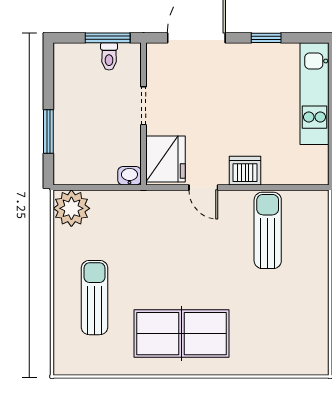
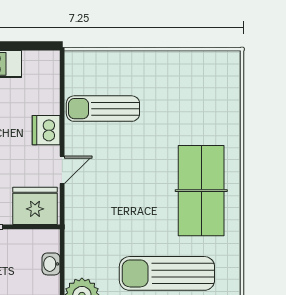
washbasin: (129, 176) -> (51, 264), moved
sun lounger: (94, 298) -> (167, 273), width x1.36, depth x1.34

